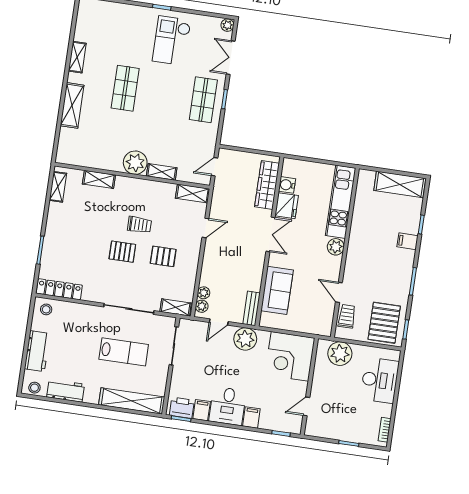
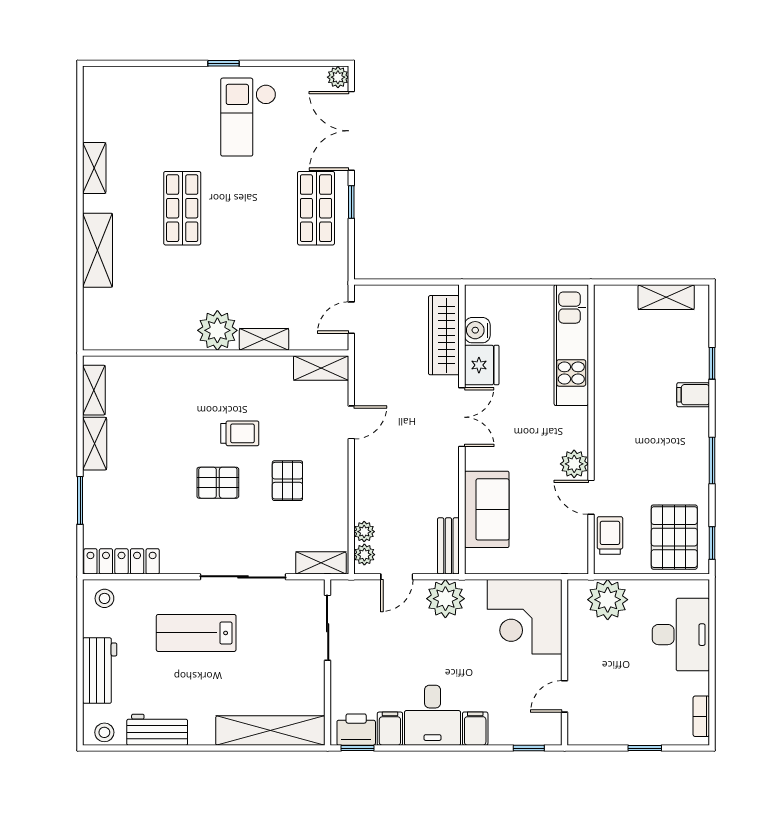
double door: (231, 58) -> (351, 131), width x1.37
shelving: (99, 179) -> (95, 444), moved, turned 90
shelving: (400, 184) -> (666, 297), width x0.67, depth x0.75
plant: (336, 247) -> (574, 464), moved
pallet: (163, 256) -> (287, 481), turned 90
lab bench: (124, 352) -> (196, 633), moved, turned 180

